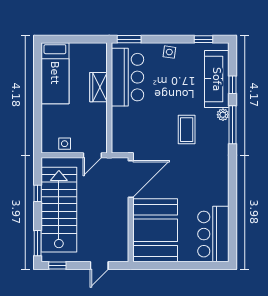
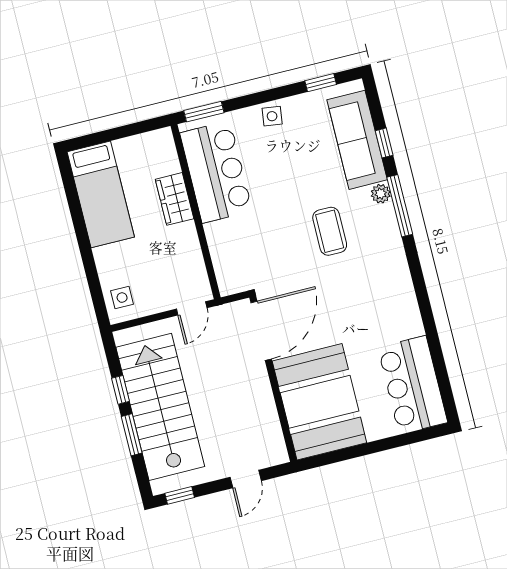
side table: (65, 144) -> (122, 298), moved
window: (38, 243) -> (132, 435), moved

